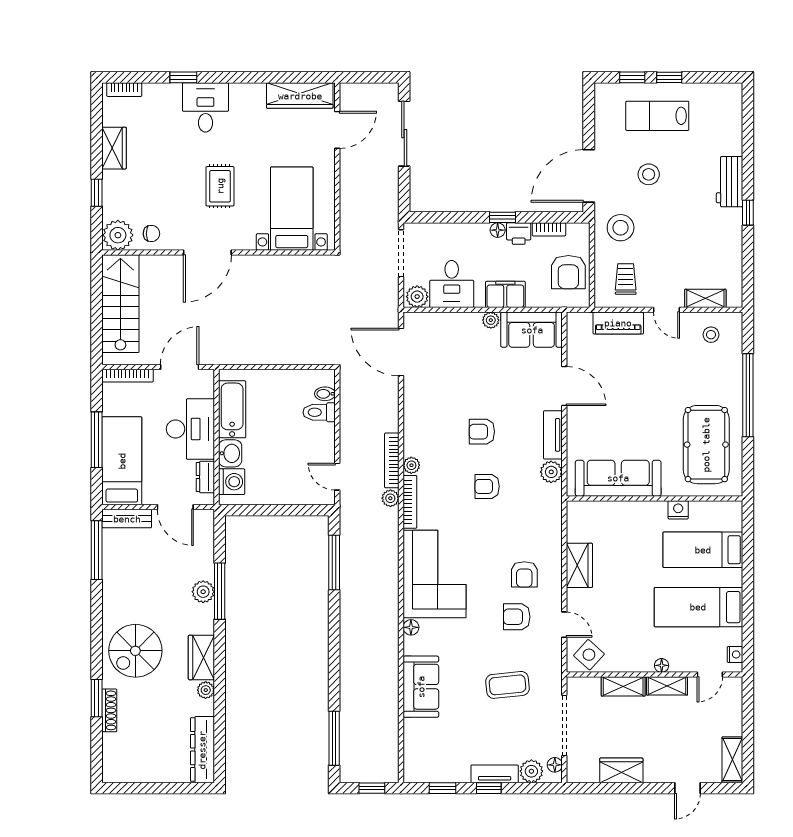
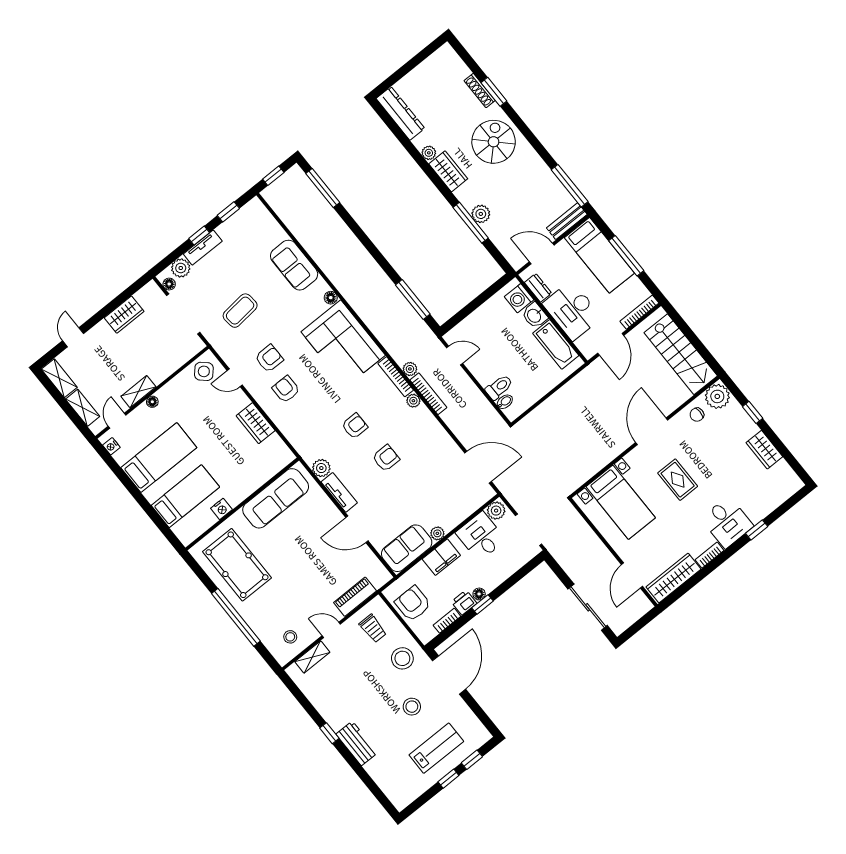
bookcase: (124, 90) -> (710, 555), moved
shelving: (623, 686) -> (83, 408), moved, turned 90

